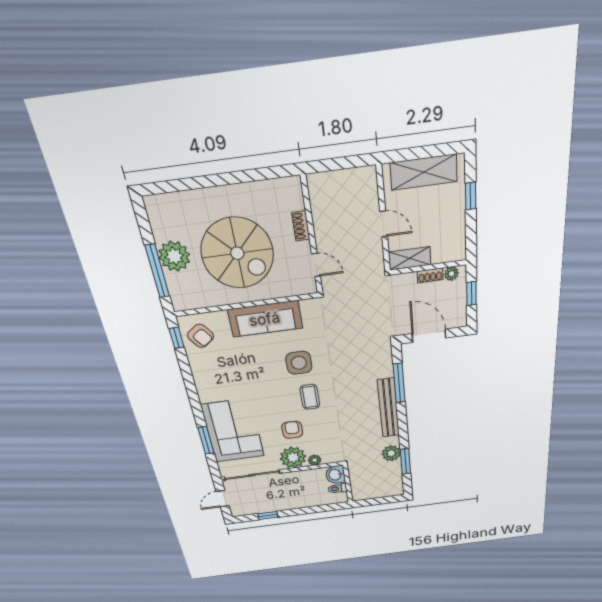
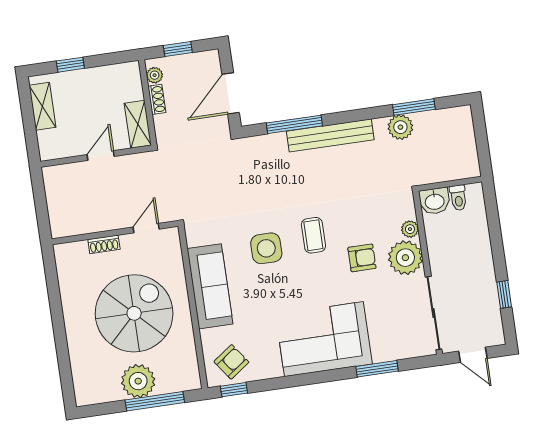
shelving: (424, 172) -> (42, 106), width x0.67, depth x0.75
coffee table: (310, 397) -> (313, 235), turned 90
armchair: (292, 430) -> (362, 258), turned 180
corner sofa: (233, 431) -> (324, 339), moved

